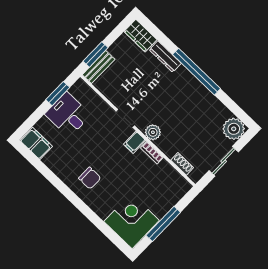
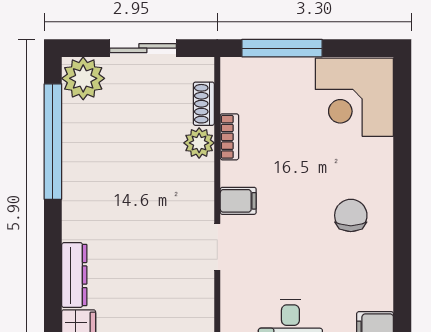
window: (196, 72) -> (53, 142), moved
plant: (153, 132) -> (199, 143), moved
bookcase: (152, 153) -> (229, 137), moved
window: (163, 224) -> (282, 48), moved

